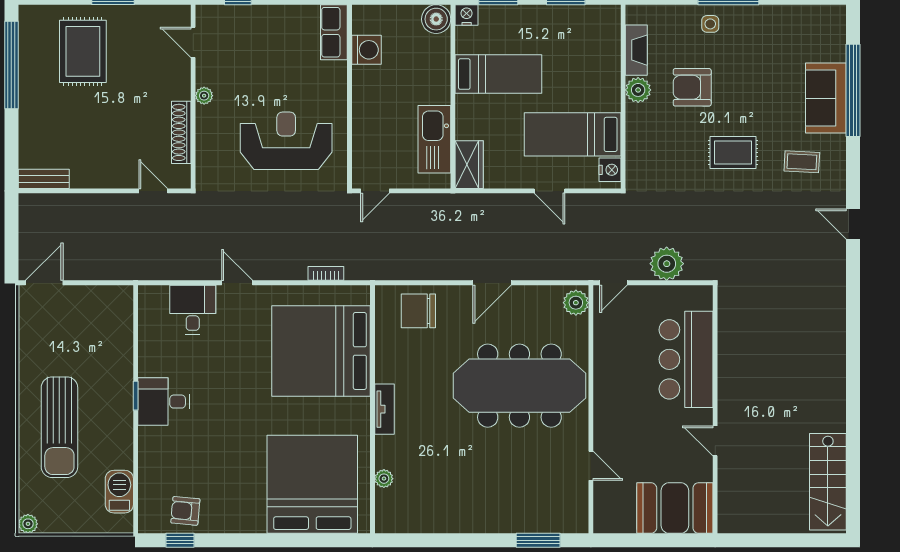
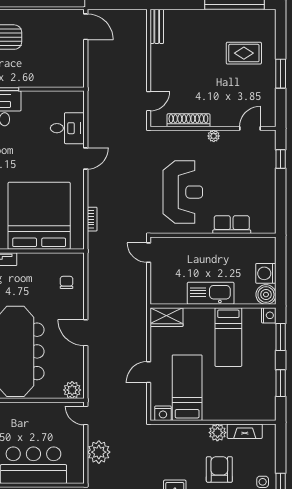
row of seats: (334, 32) -> (232, 225), moved
washing machine: (366, 50) -> (266, 273), moved, turned 90
rug: (83, 51) -> (244, 53), width x0.73, depth x0.70
kitchen sink: (434, 139) -> (211, 293), moved
chair: (418, 311) -> (66, 282), width x0.54, depth x0.54

